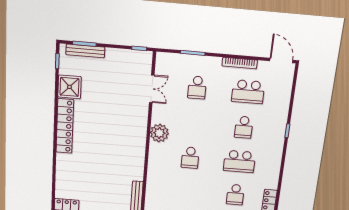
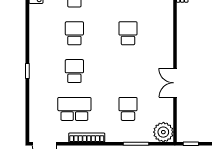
double door: (152, 89) -> (175, 83), moved
plant: (159, 133) -> (163, 132), moved
school desk: (239, 161) -> (74, 33), width x0.54

